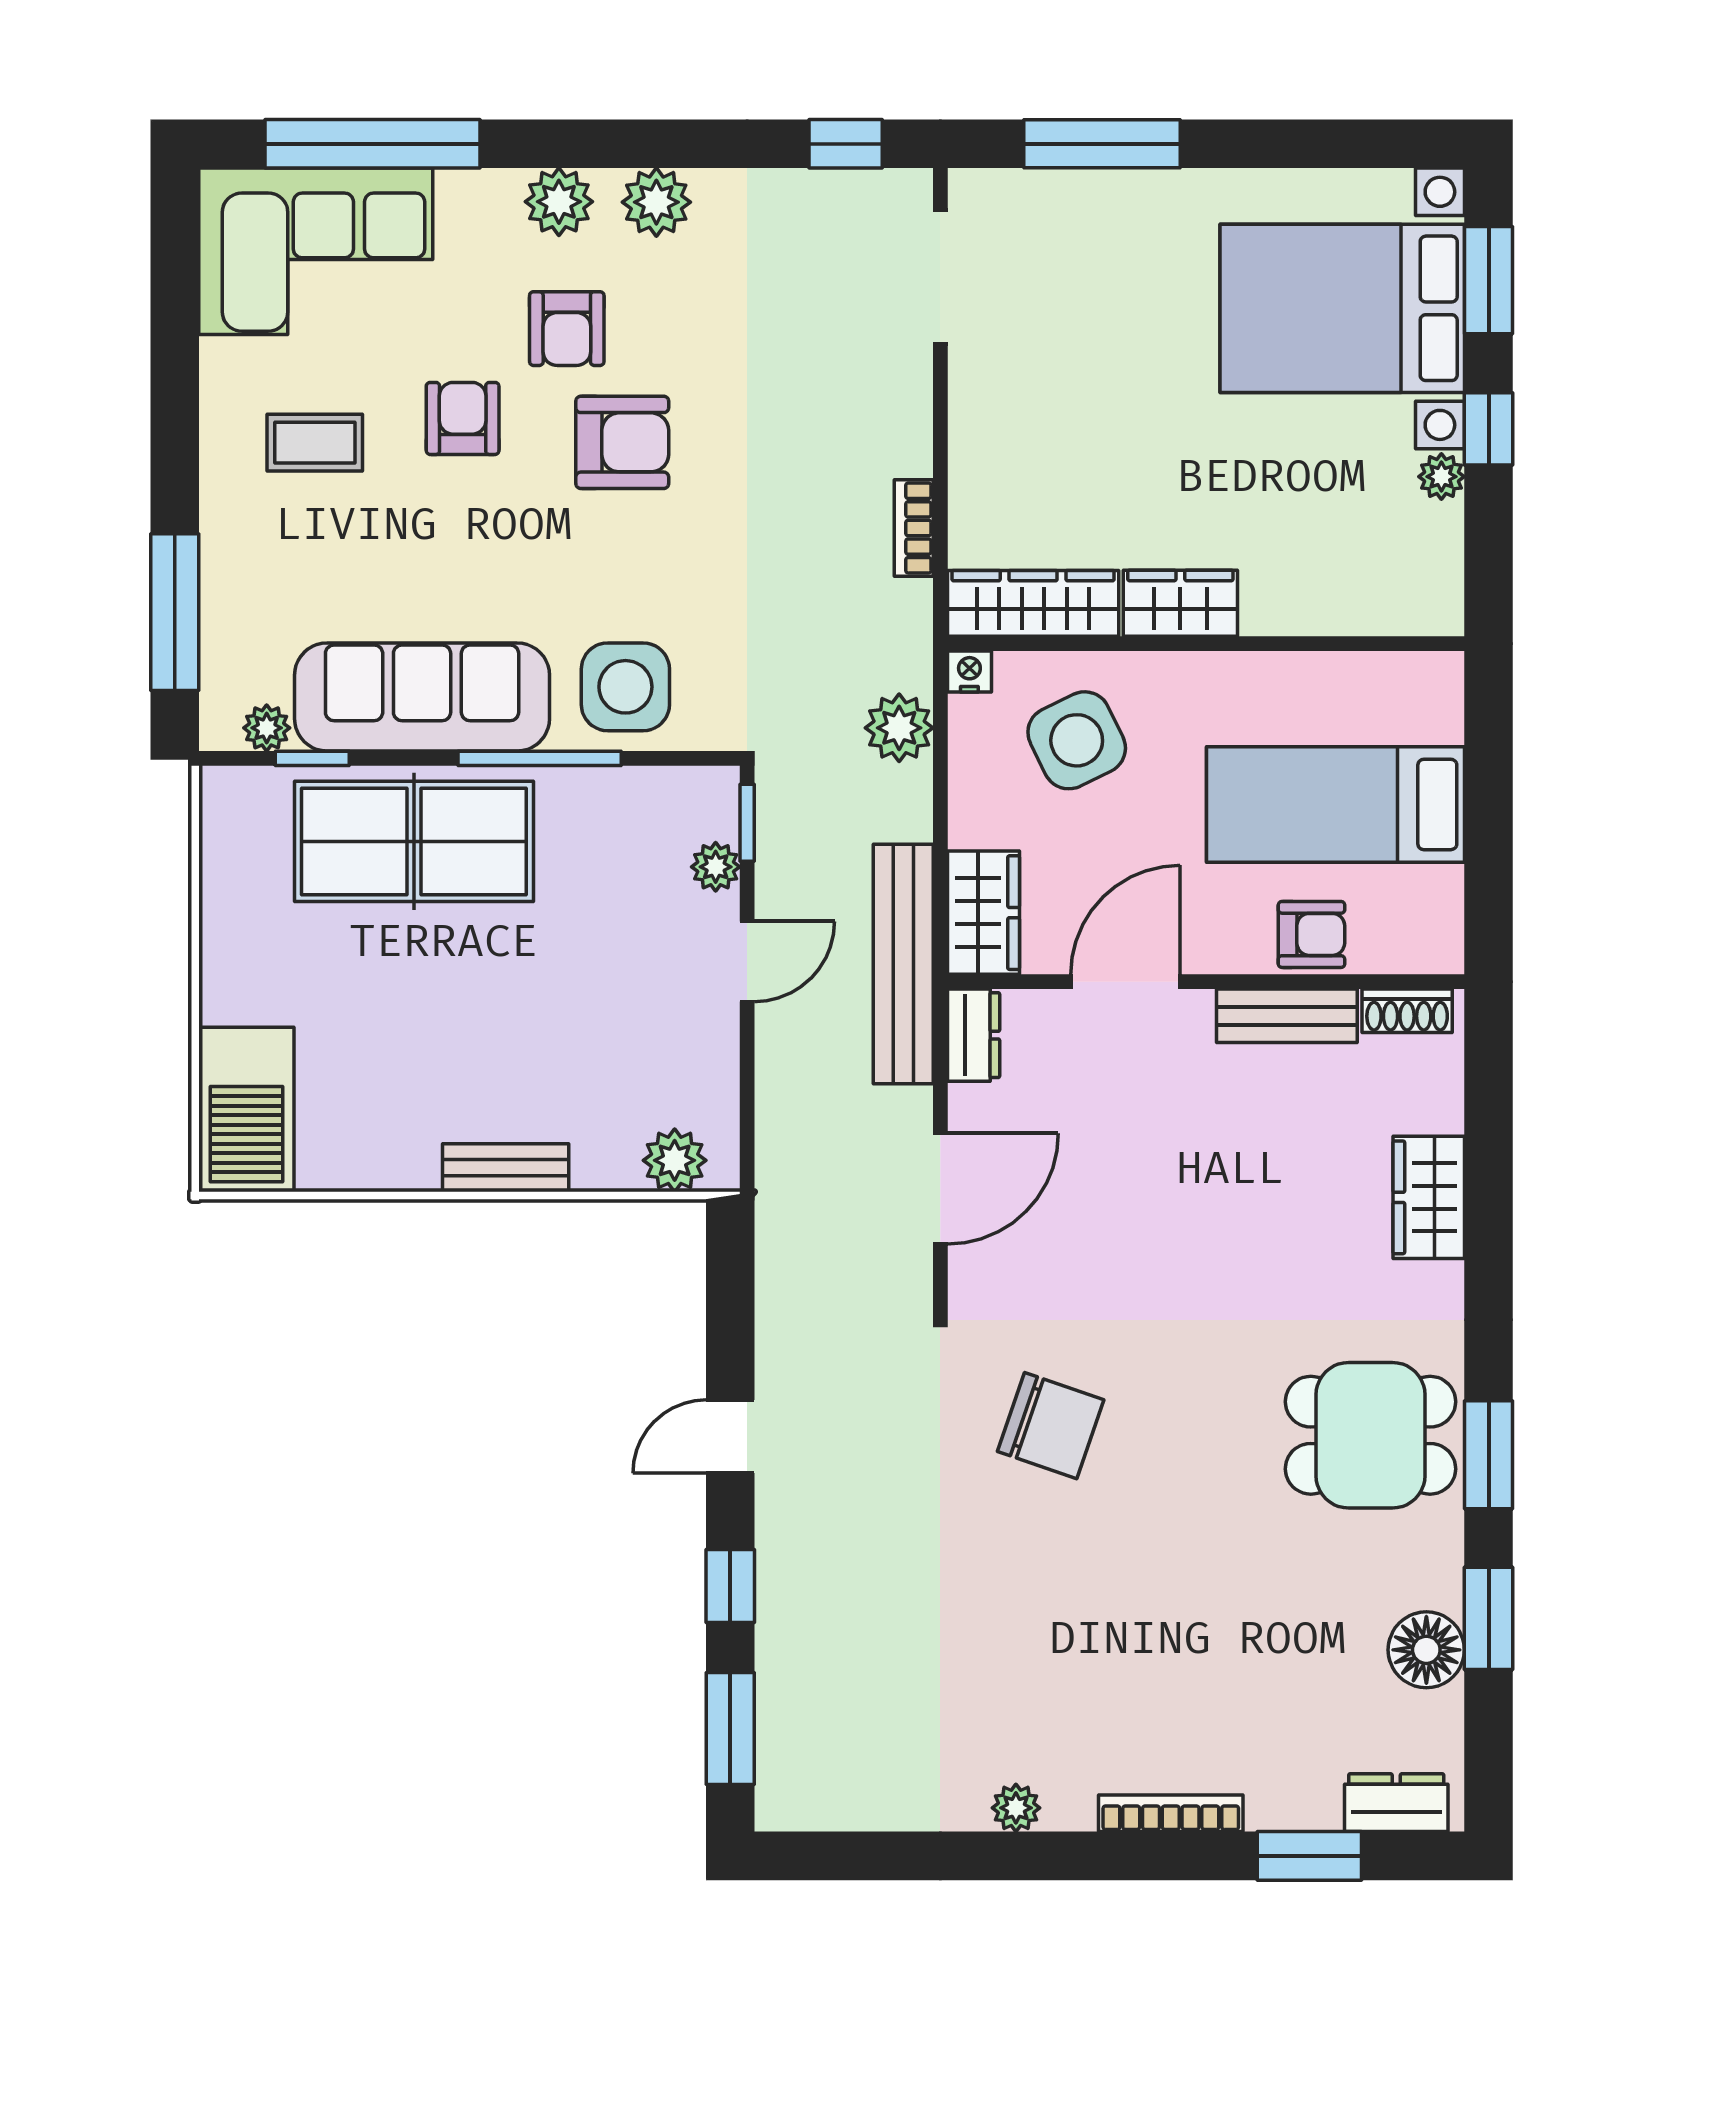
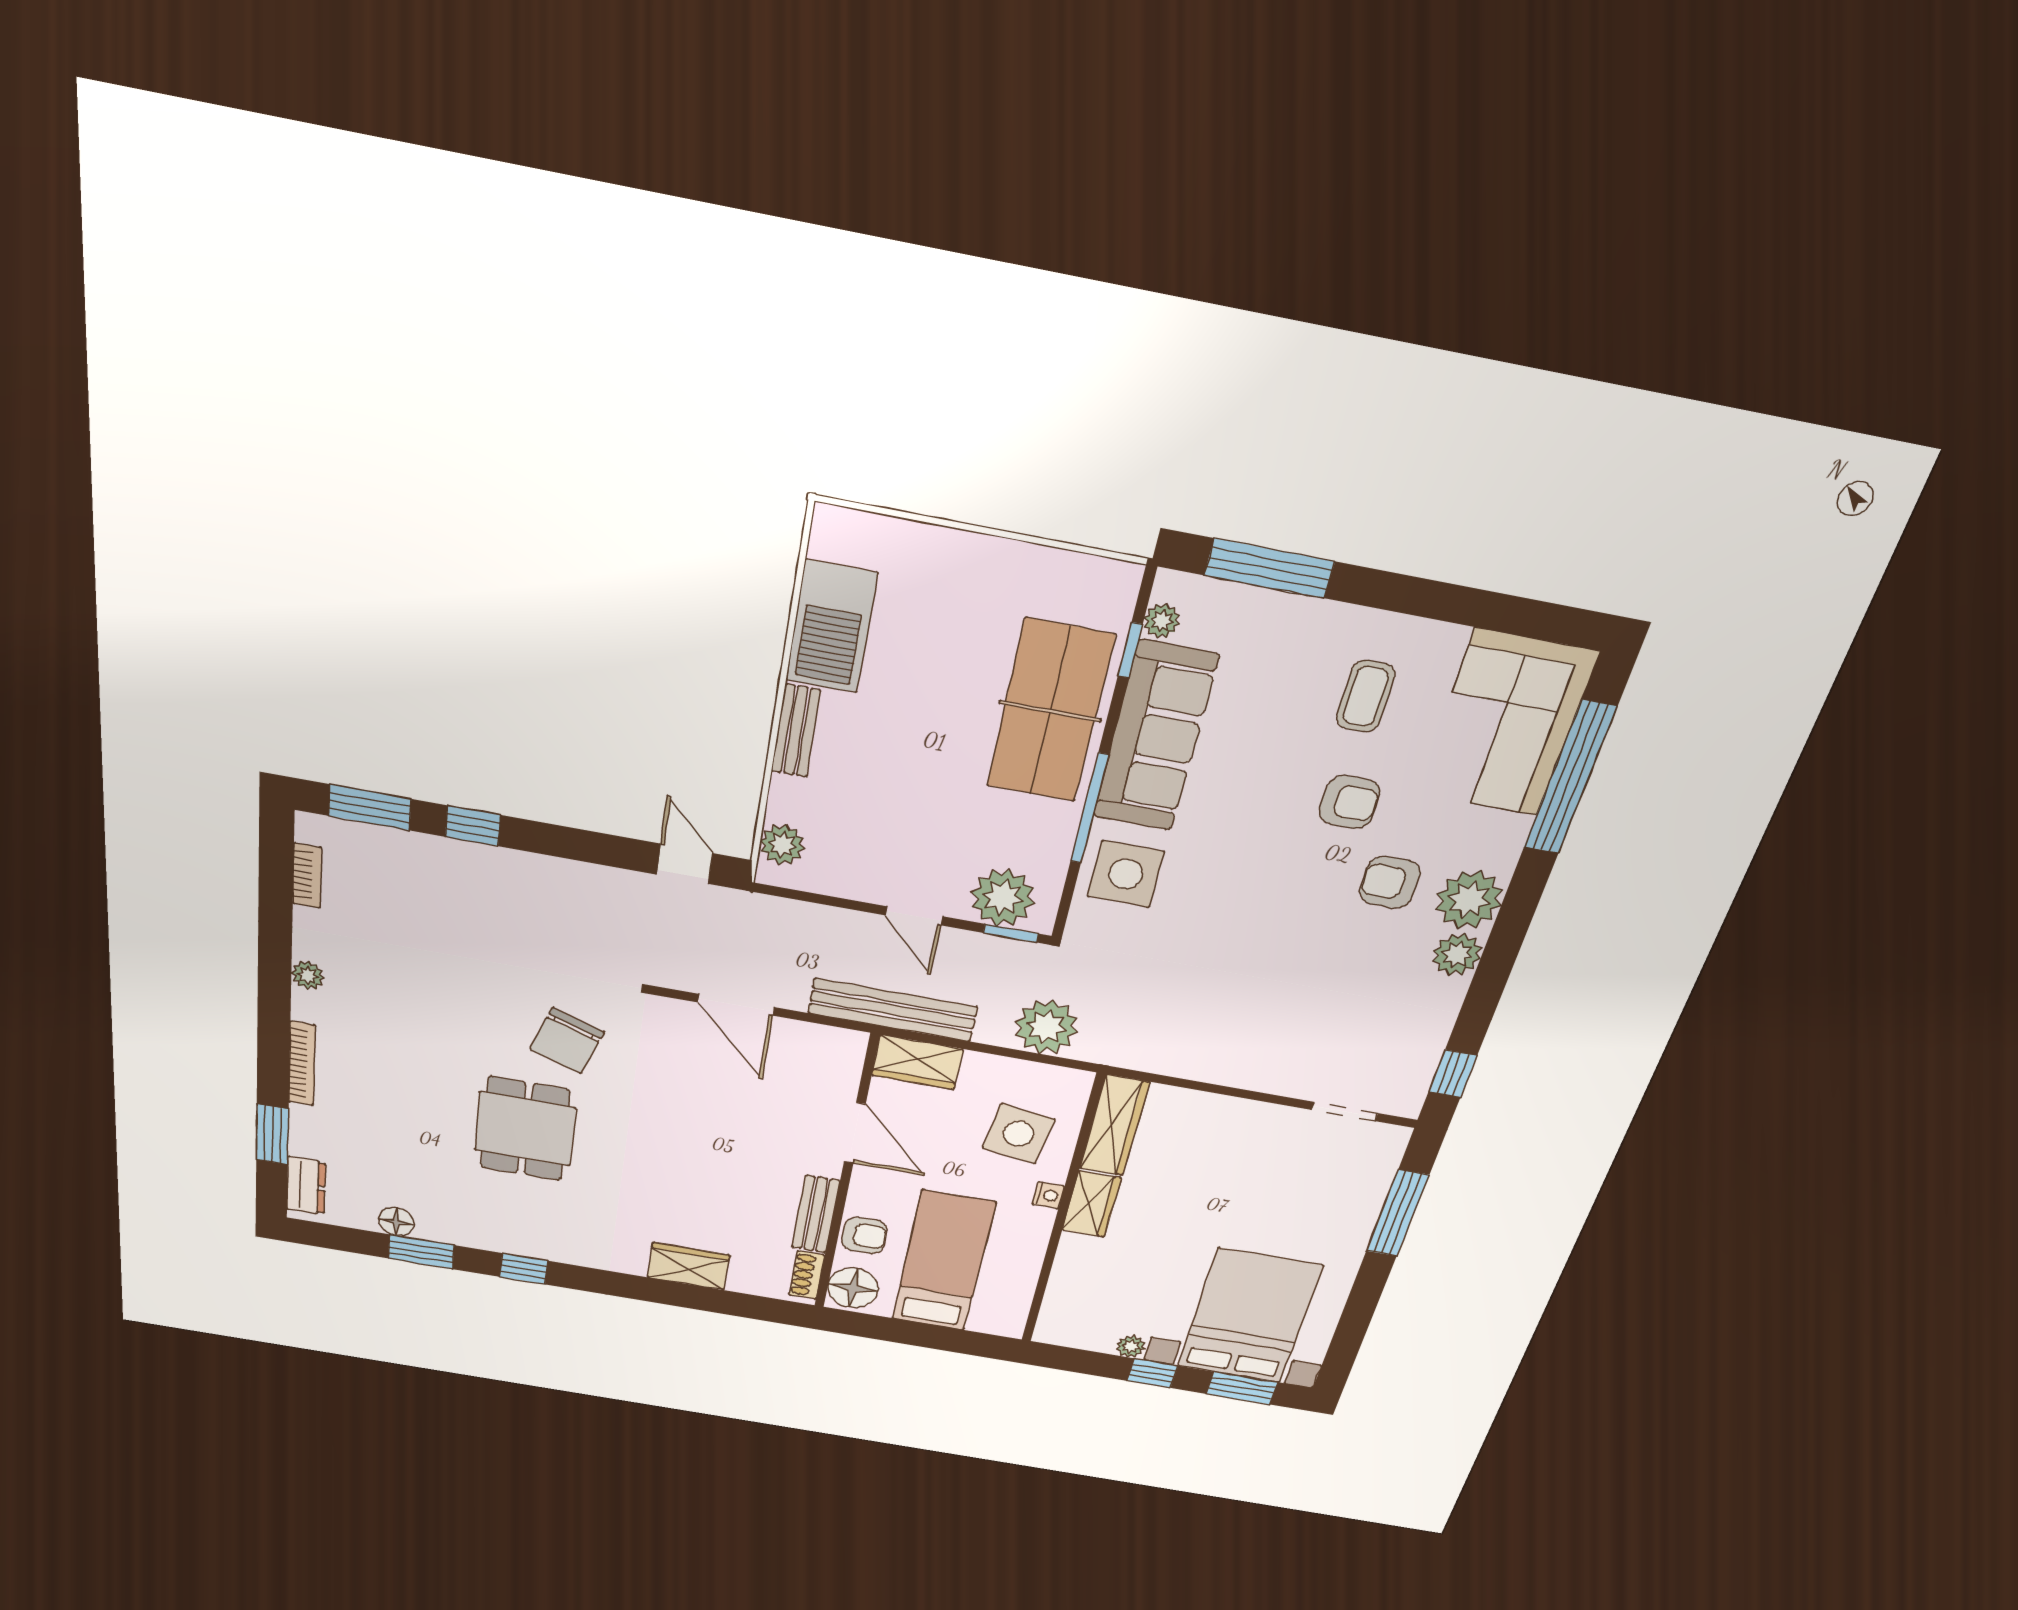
plant: (559, 202) -> (1469, 900), width x1.36, depth x1.36
doorway: (940, 277) -> (1345, 1111), width x0.73
armchair: (622, 442) -> (1298, 903), removed
bookcase: (914, 528) -> (307, 876), moved, turned 90
nightstand: (969, 672) -> (1048, 1195), moved
plant: (899, 728) -> (1046, 1027), width x1.36, depth x1.36
side table: (1077, 740) -> (1018, 1134), turned 34
plant: (716, 867) -> (1003, 898), width x1.87, depth x1.87
armchair: (1312, 934) -> (865, 1235), turned -90
floor lamp: (1417, 934) -> (853, 1288), added
dresser: (974, 1035) -> (836, 1042), removed
barbecue: (246, 1110) -> (831, 627), moved, turned -90
dining table: (1370, 1435) -> (525, 1129), moved
door: (730, 1437) -> (685, 864), moved
window: (1489, 1455) -> (524, 1269), width x0.67
floor lamp: (1426, 1650) -> (396, 1222), width x0.73, depth x0.73

